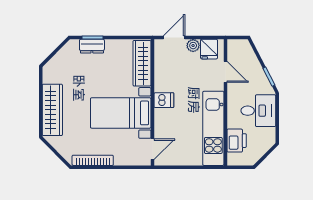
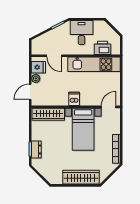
door: (174, 38) -> (30, 92), hinge flipped
door: (225, 72) -> (54, 56), swing flipped
door: (153, 149) -> (109, 107), hinge flipped

